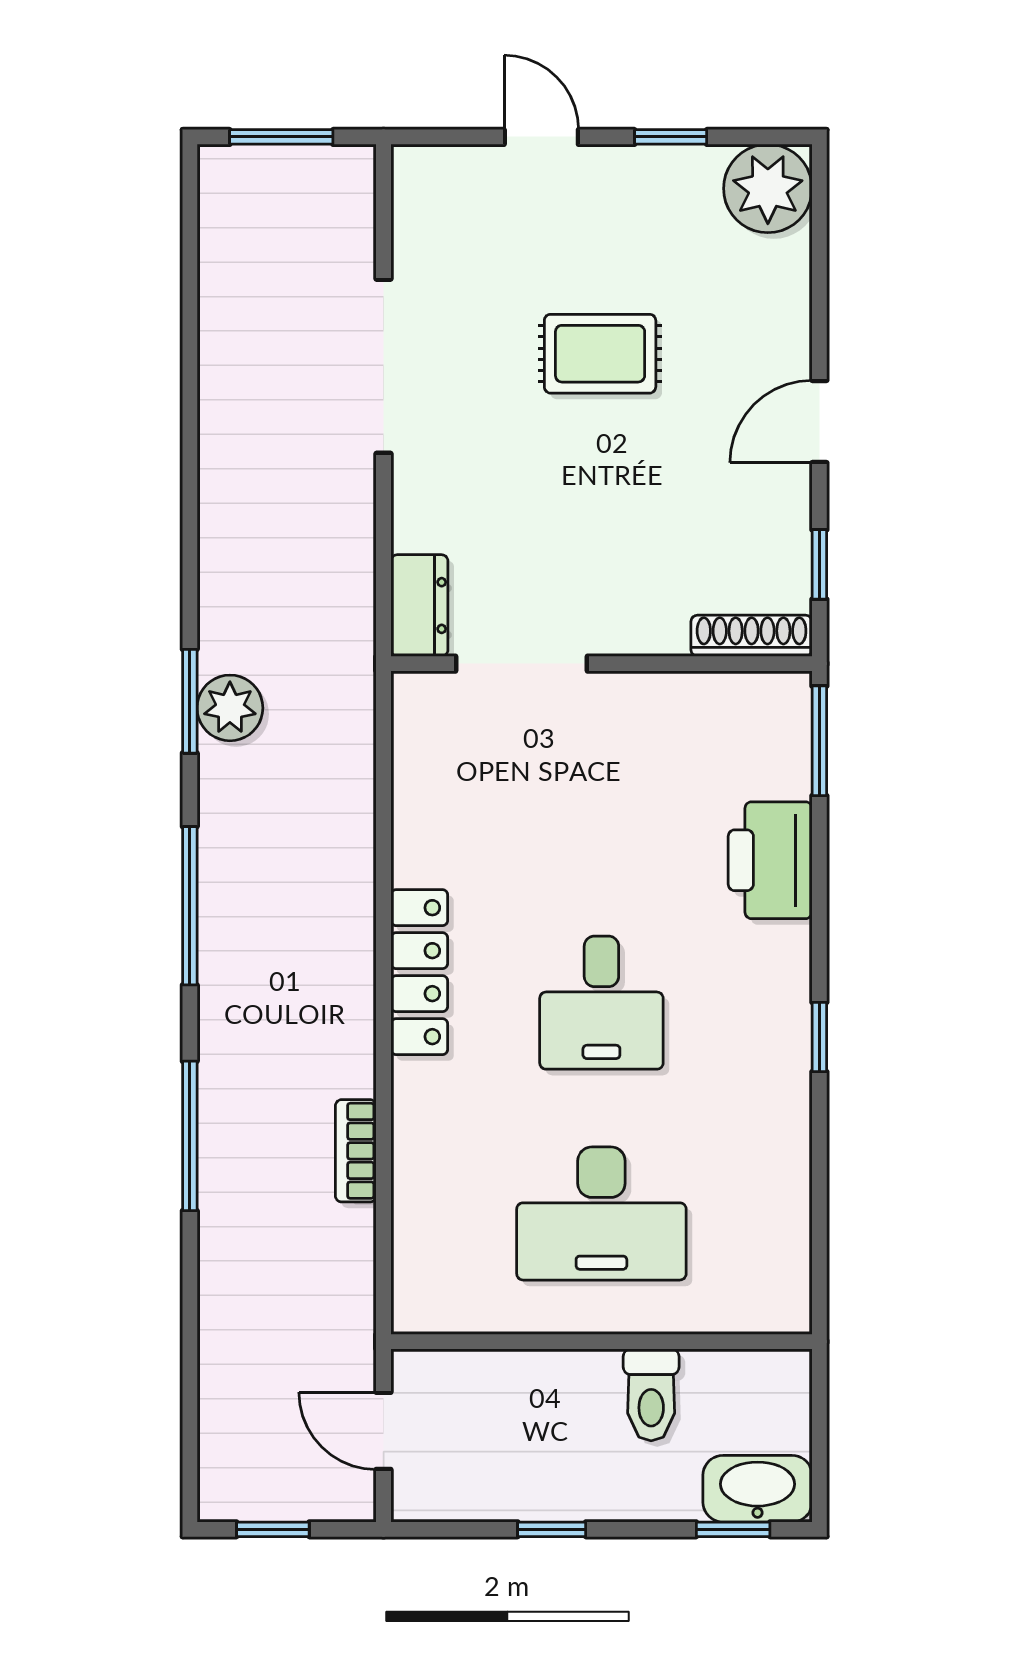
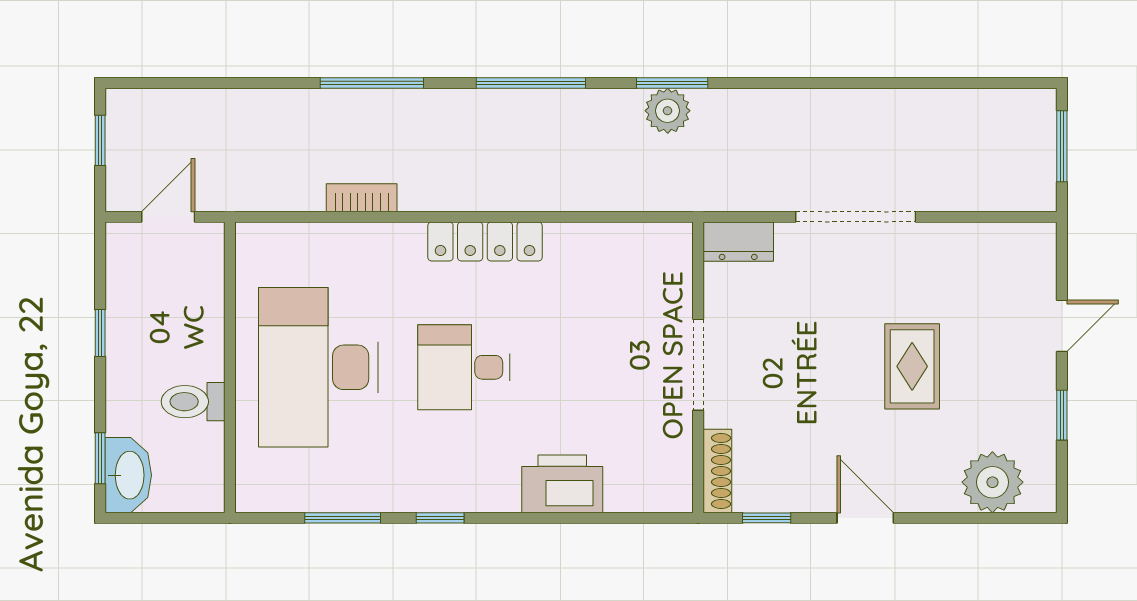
plant: (768, 188) -> (992, 482), moved
doorway: (384, 366) -> (856, 217), moved
doorway: (522, 664) -> (698, 365), moved
window: (819, 741) -> (343, 518), moved
desk: (601, 1213) -> (318, 367), width x1.36, depth x1.30

